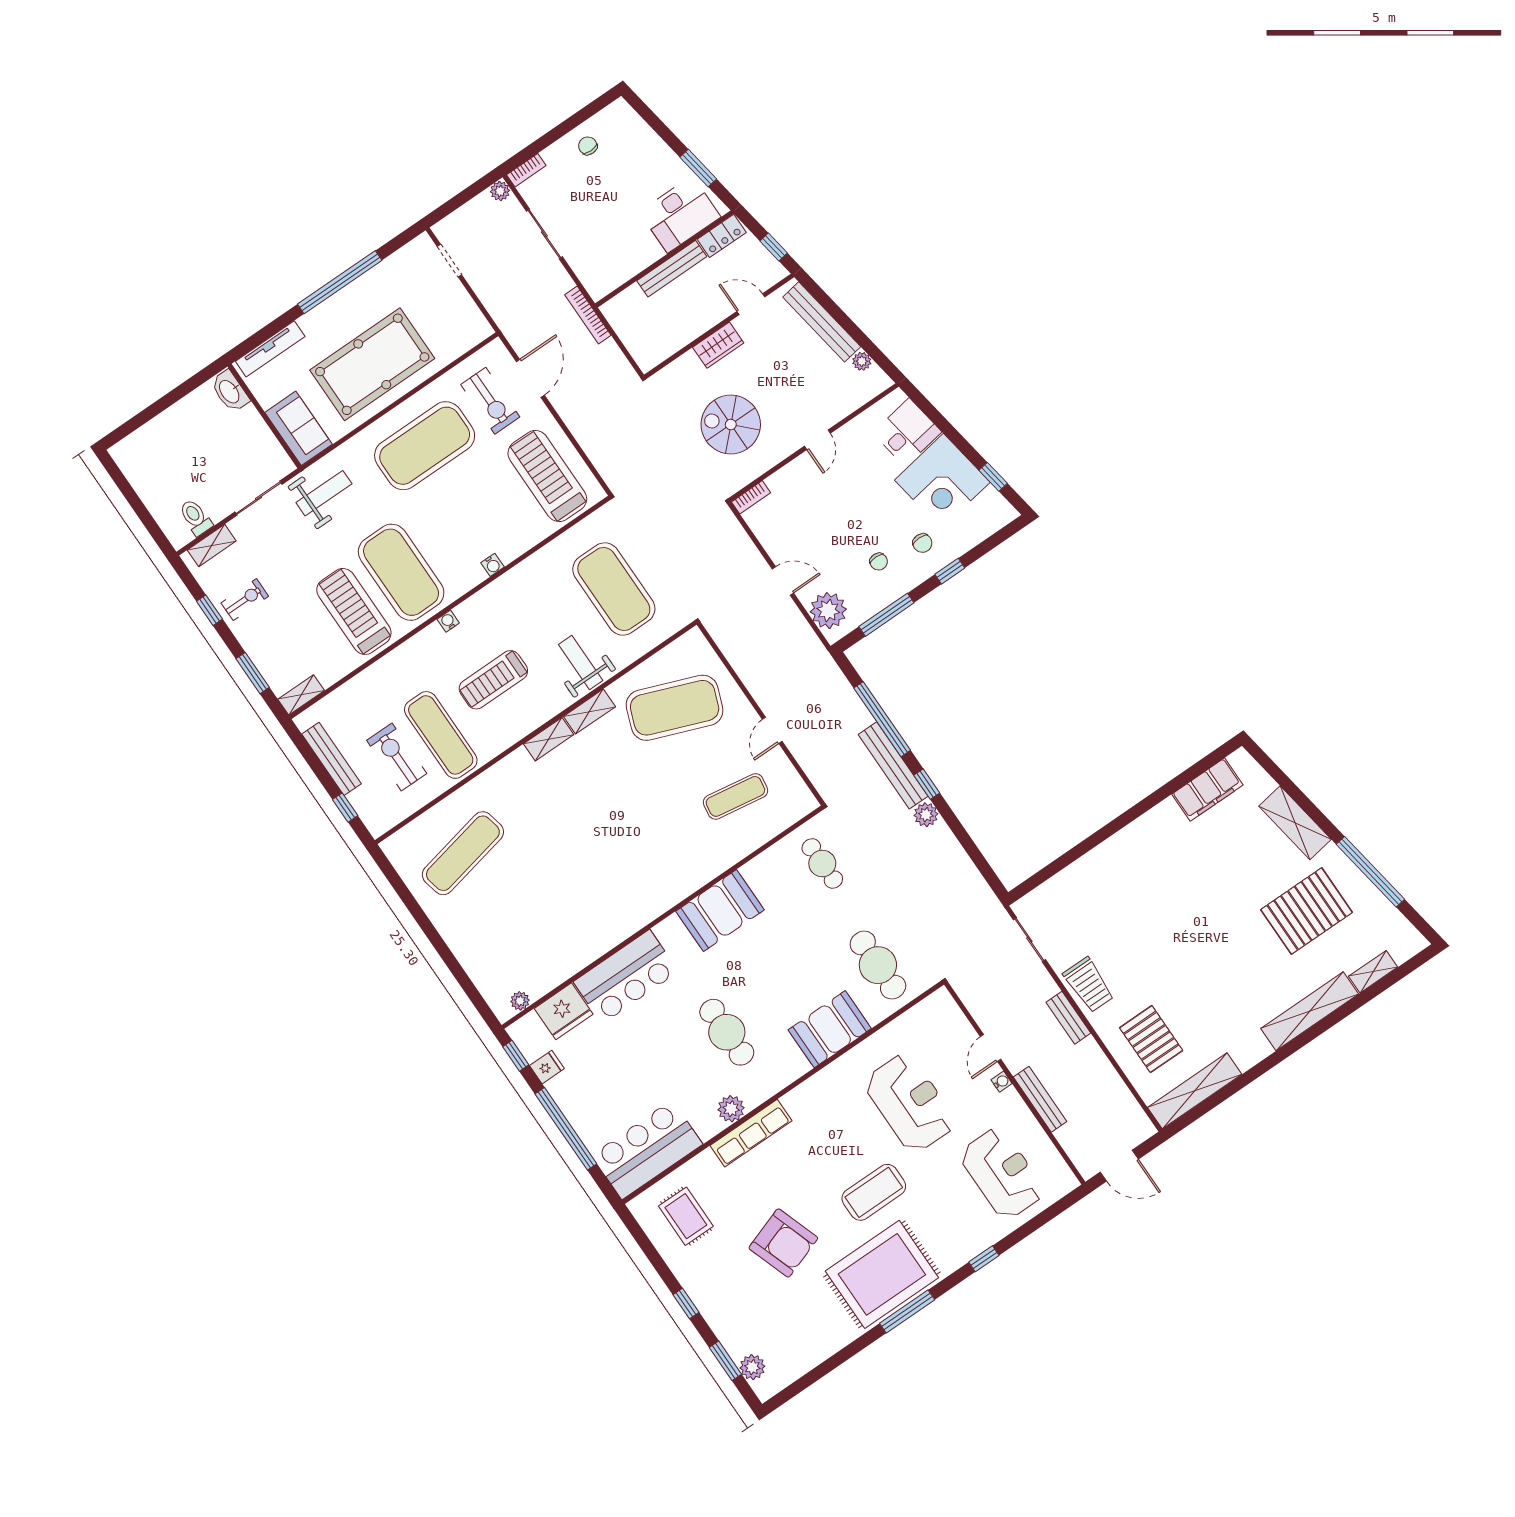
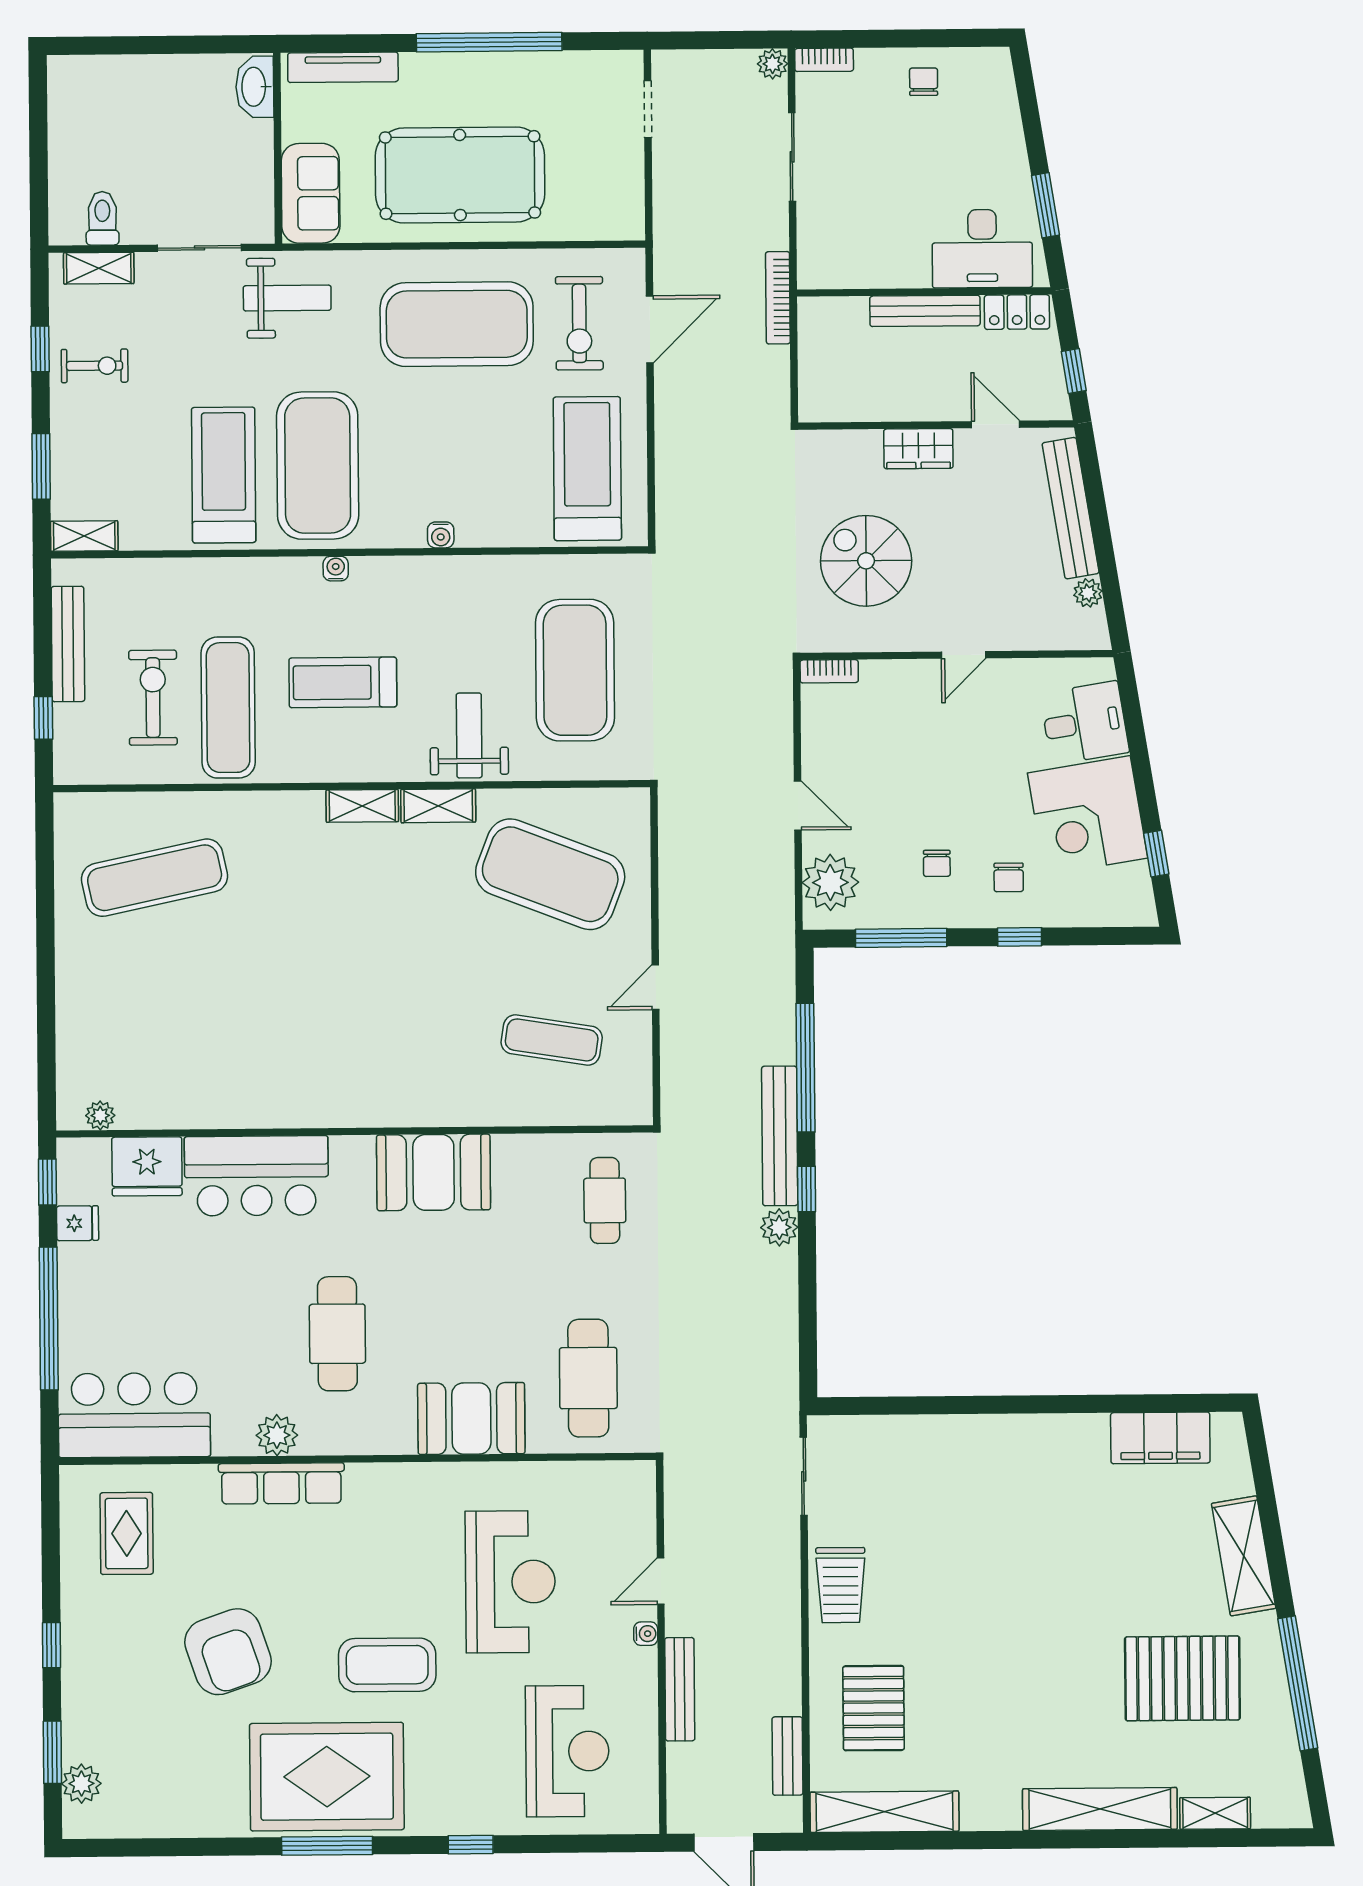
bench: (1068, 1018) -> (787, 1756), moved

